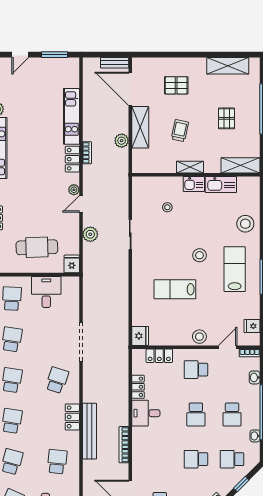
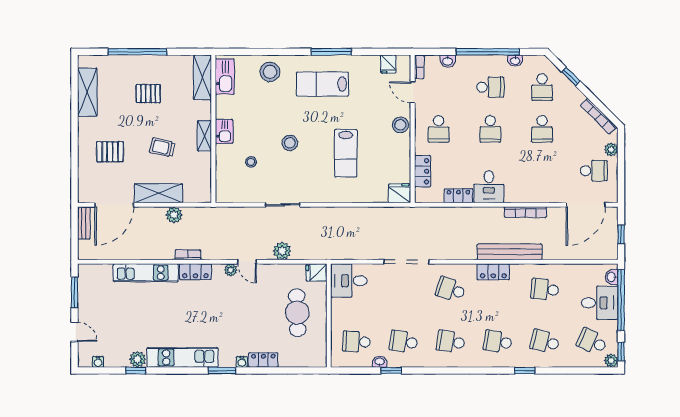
pallet: (176, 85) -> (110, 152), turned 90
kitchen sink: (221, 185) -> (225, 77), moved
stool: (199, 255) -> (290, 143), moved
desk: (46, 292) -> (349, 281), moved
school desk: (196, 414) -> (490, 129), turned 90

